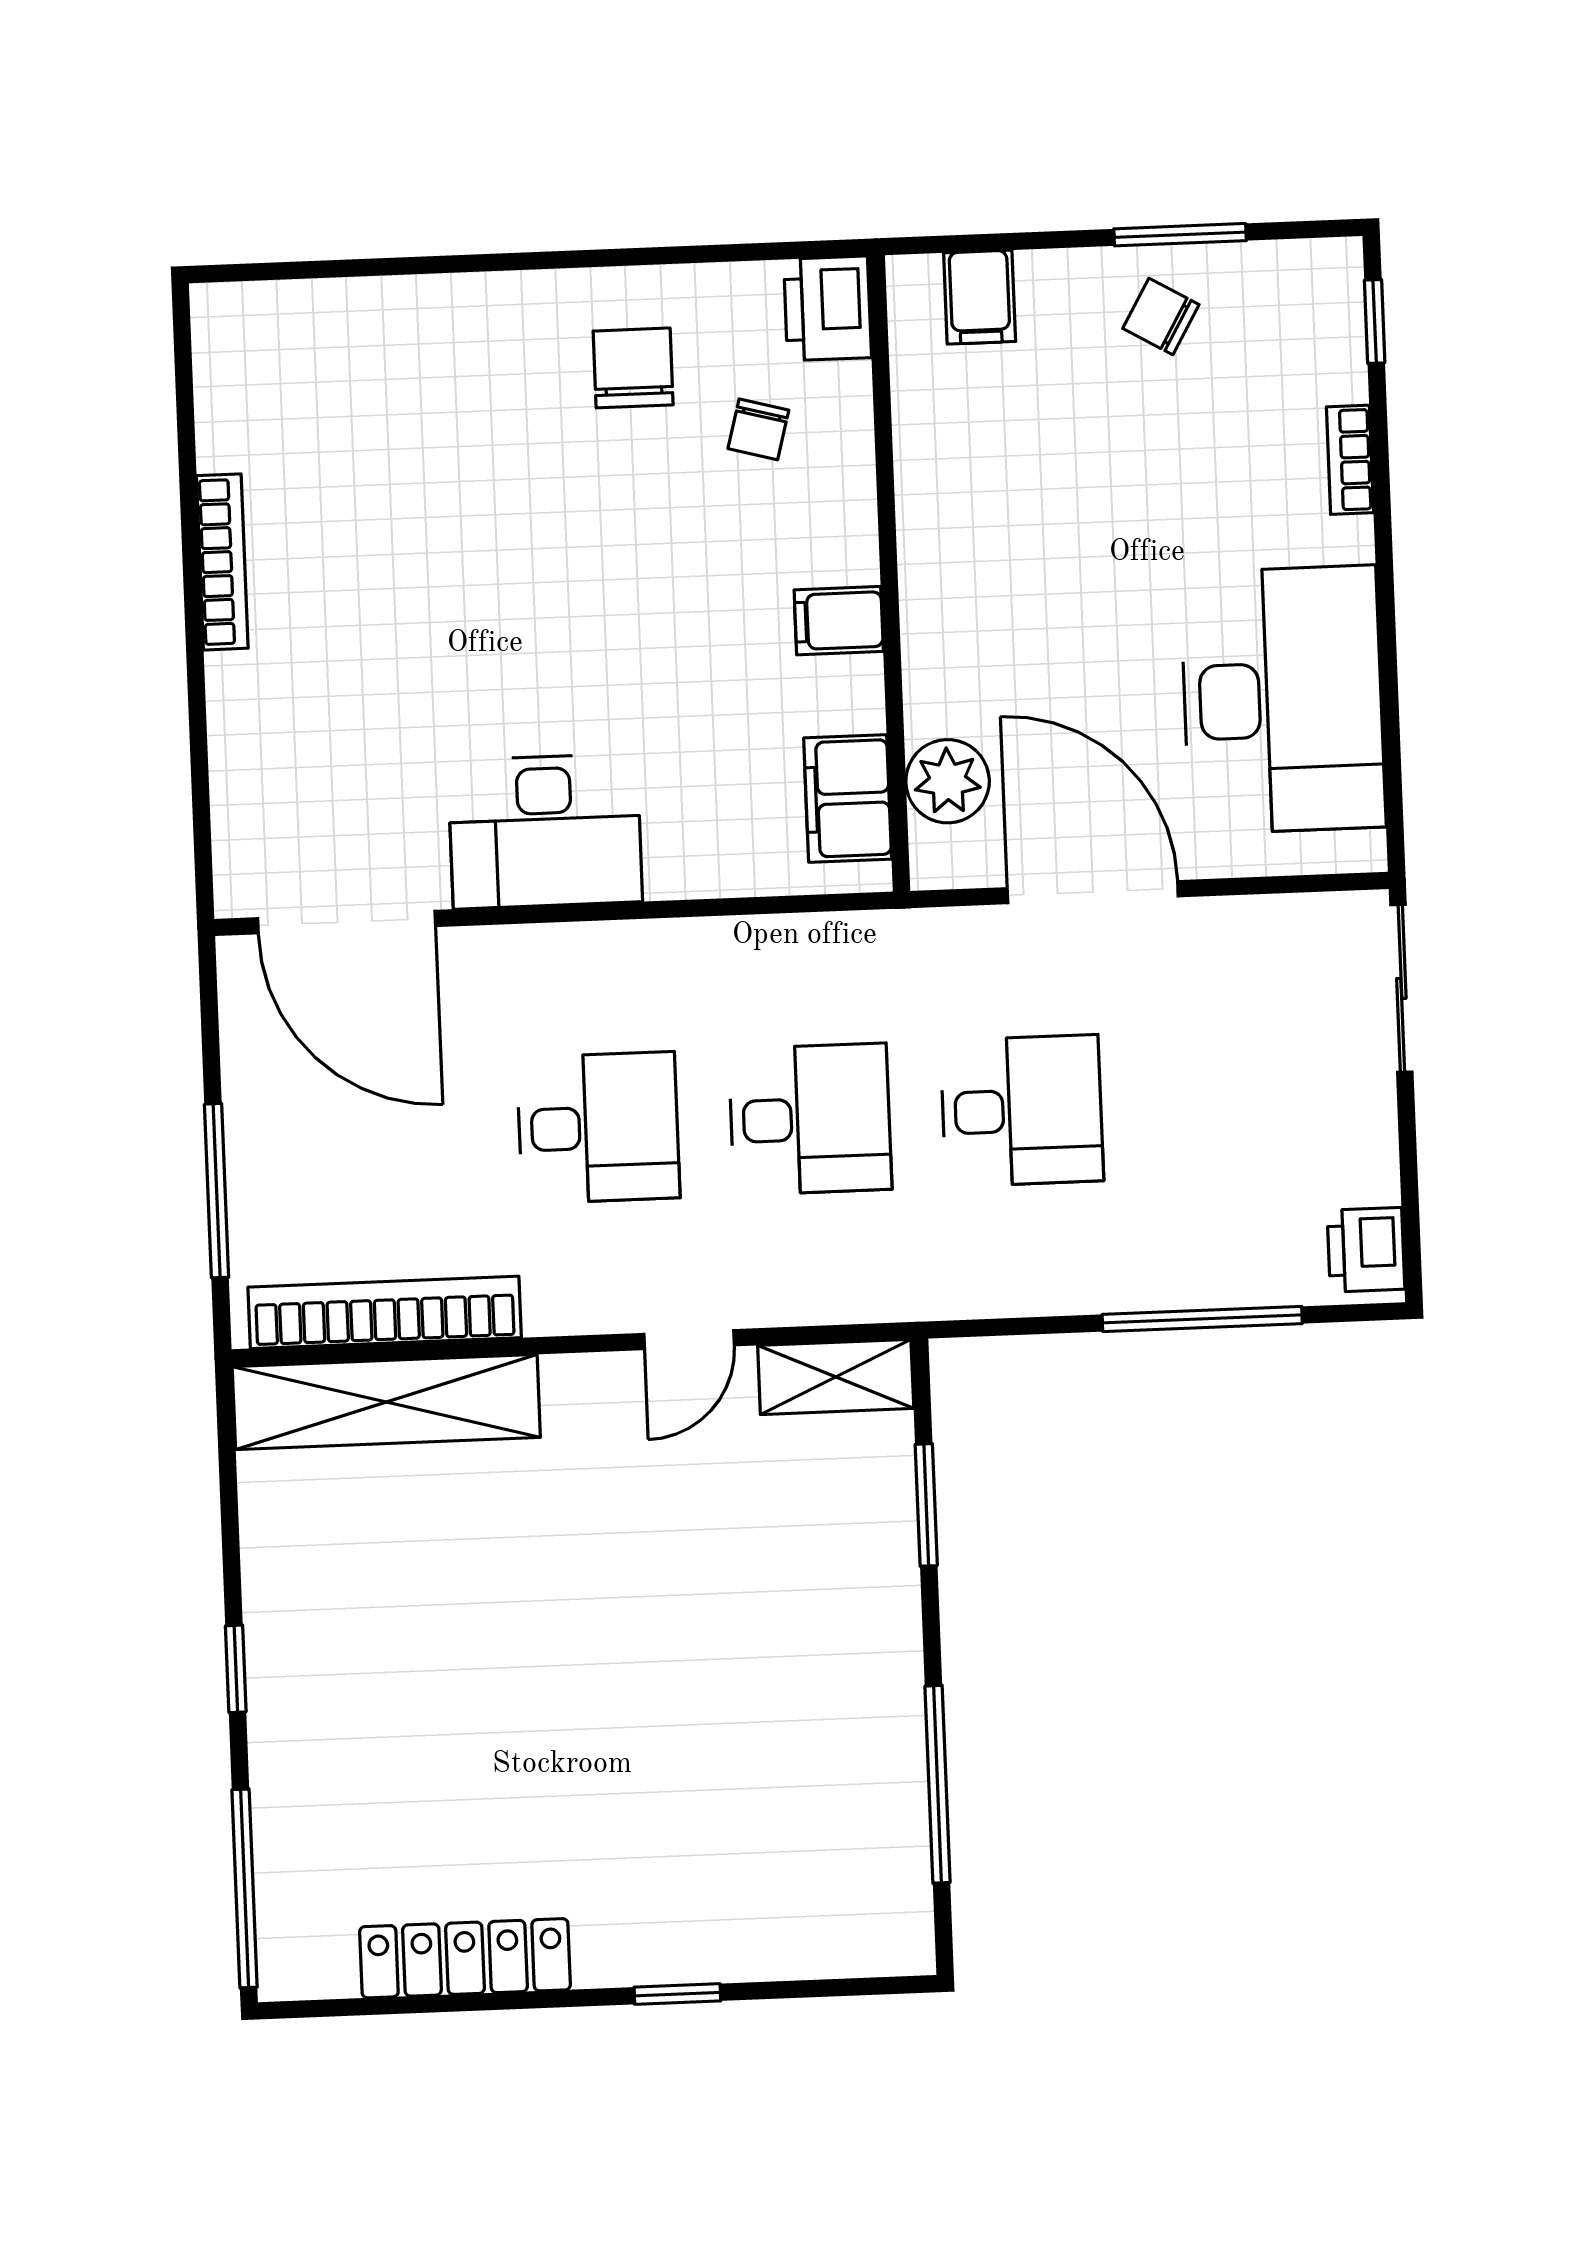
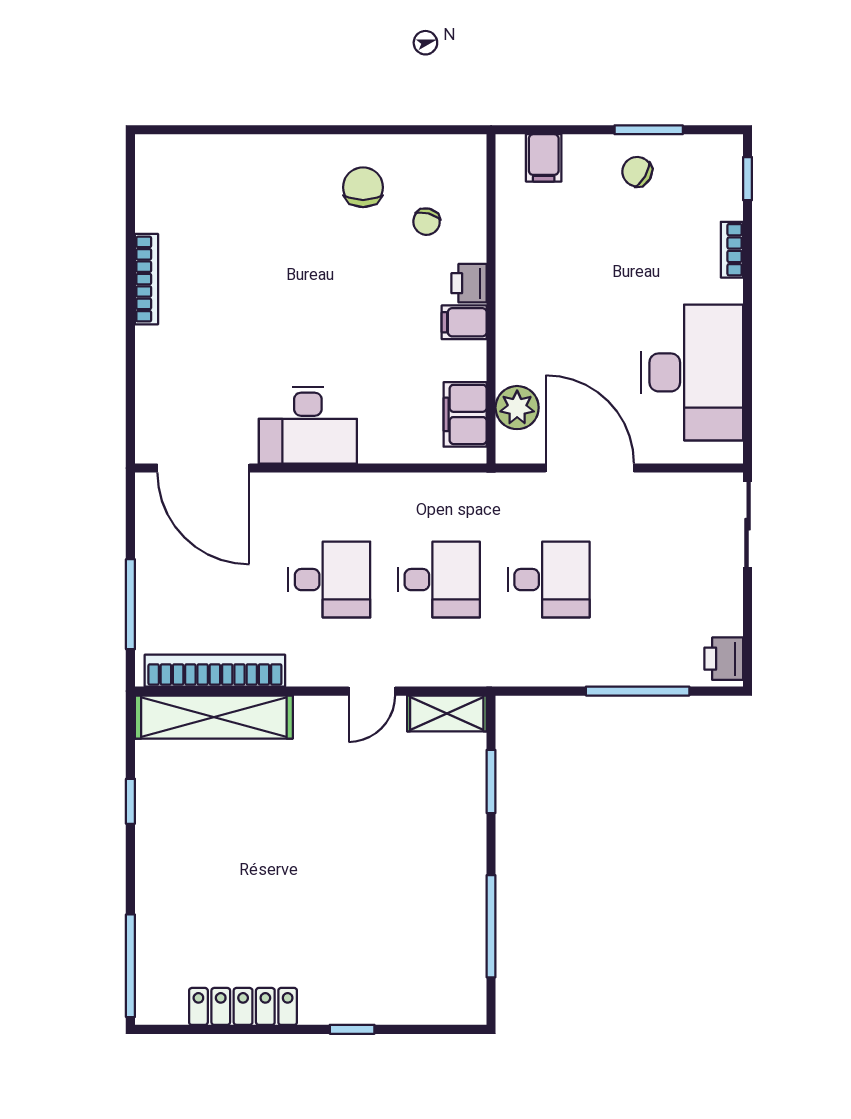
printer: (828, 308) -> (469, 283), moved, width x0.73, depth x0.81
window: (236, 1669) -> (130, 801), moved

